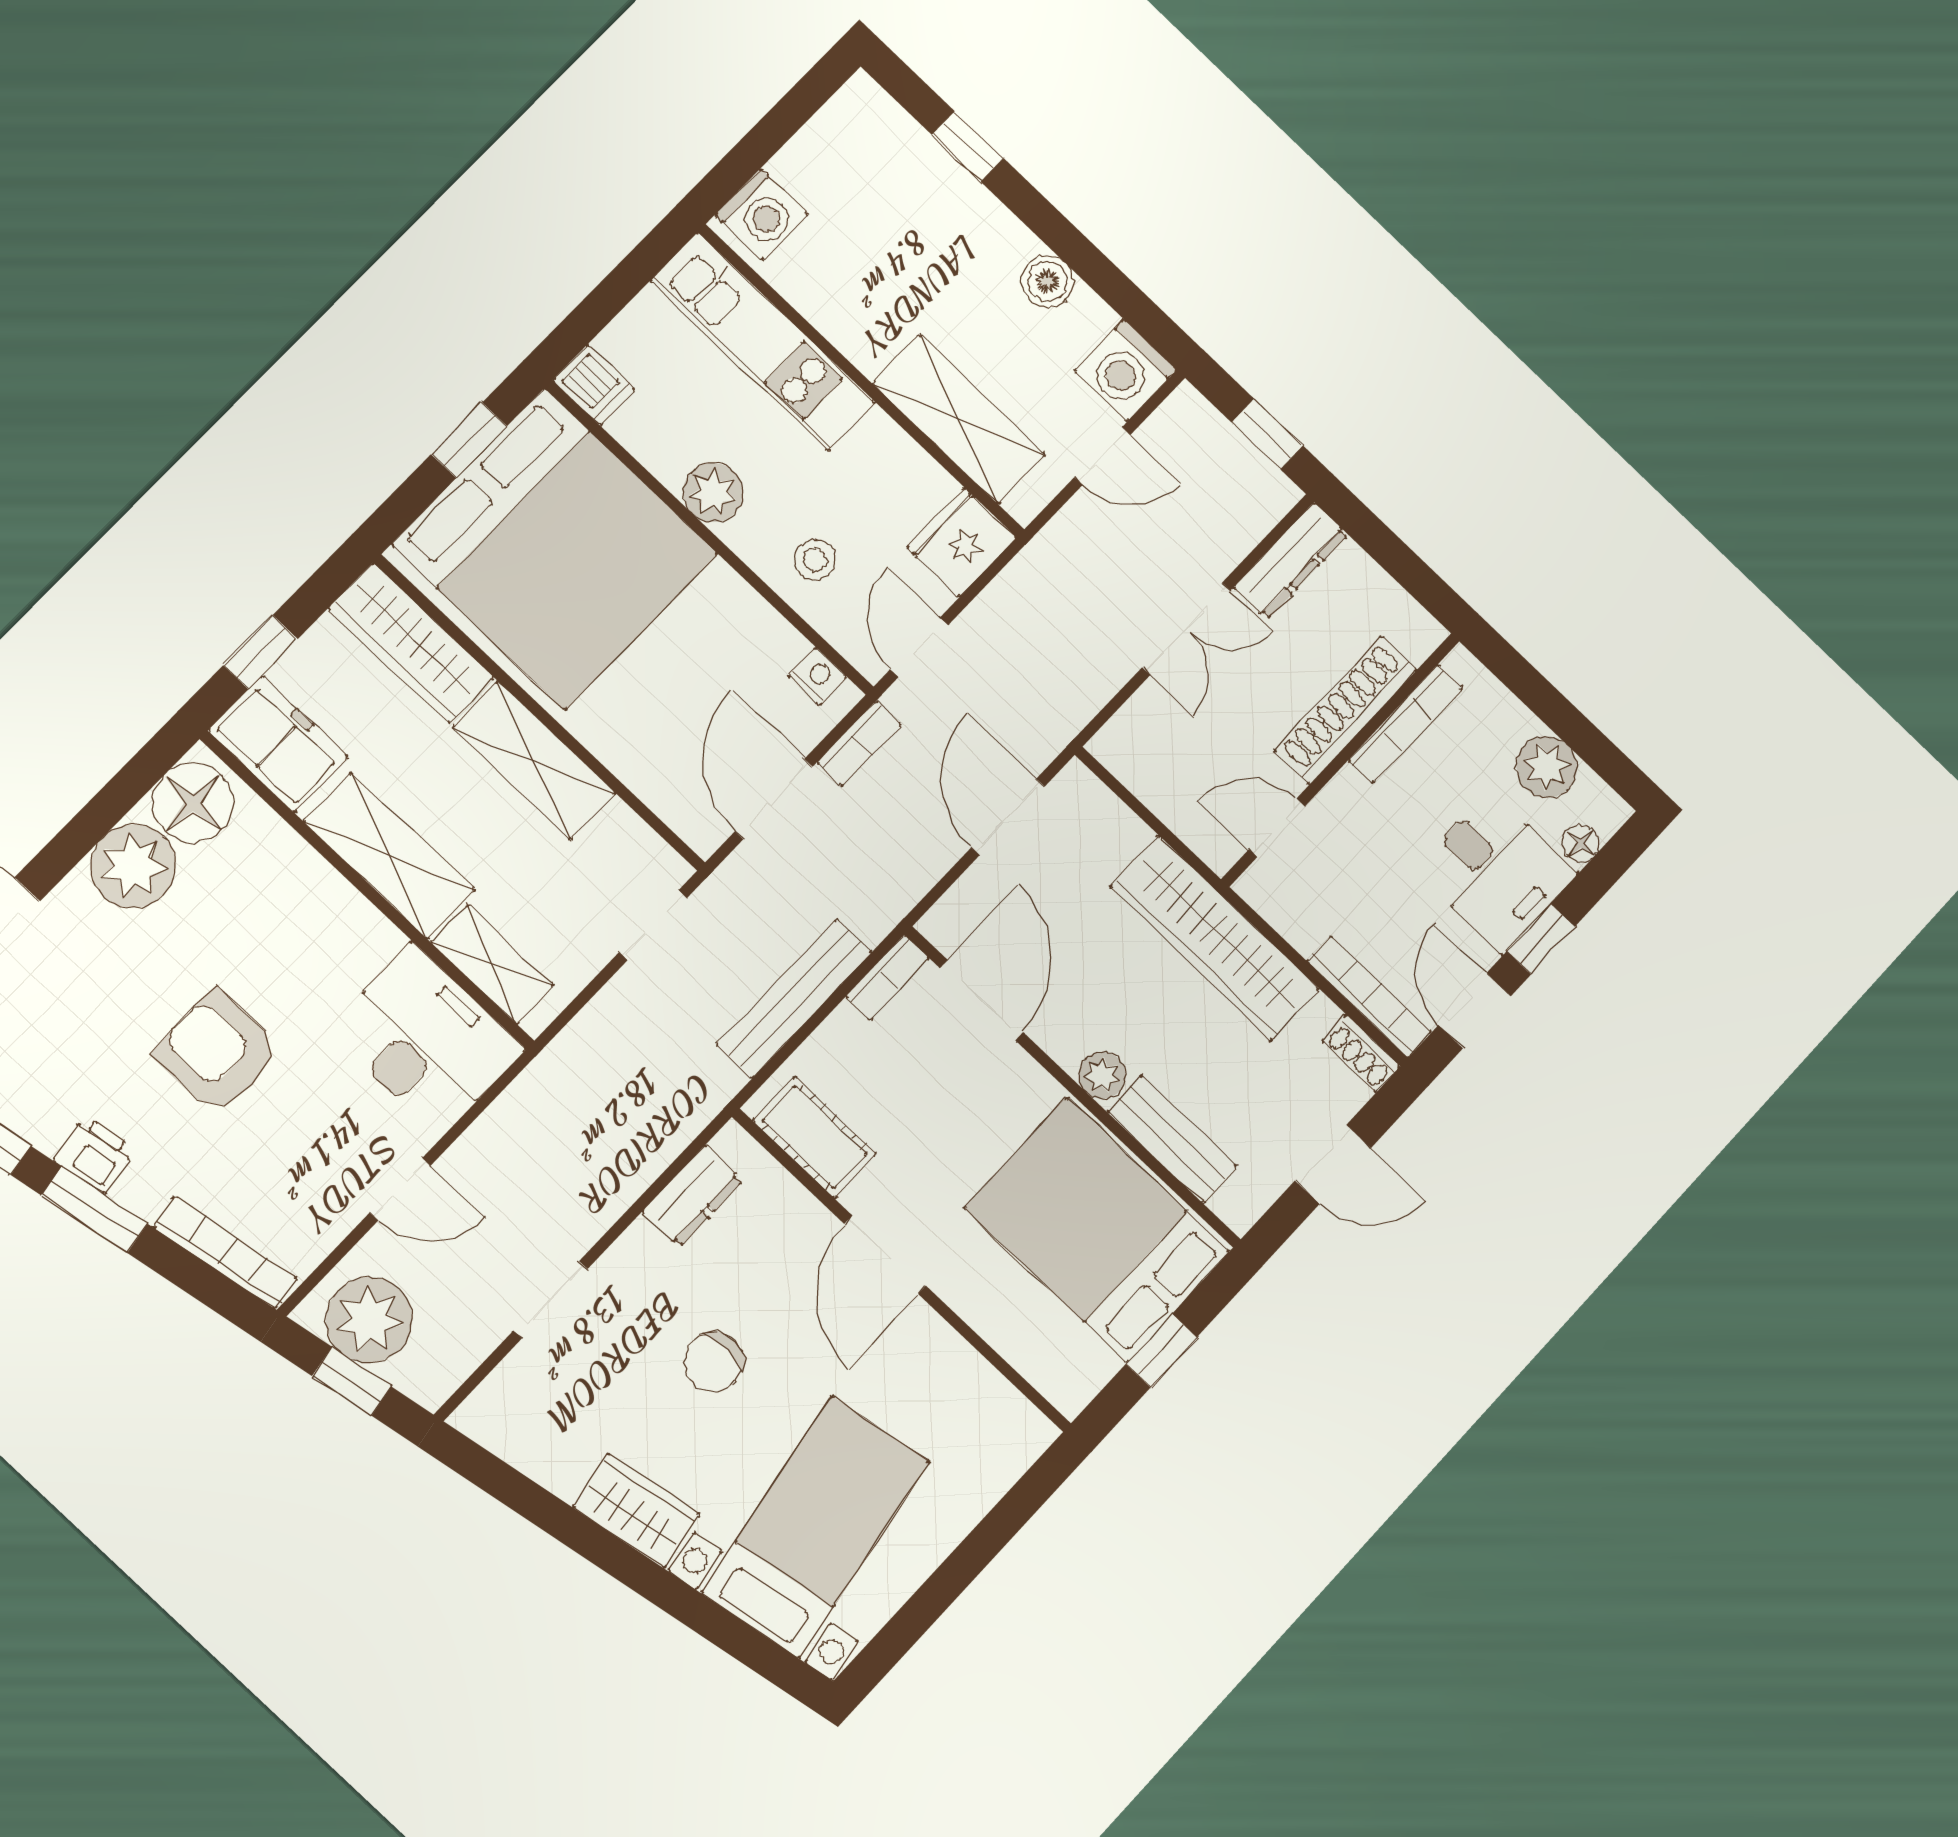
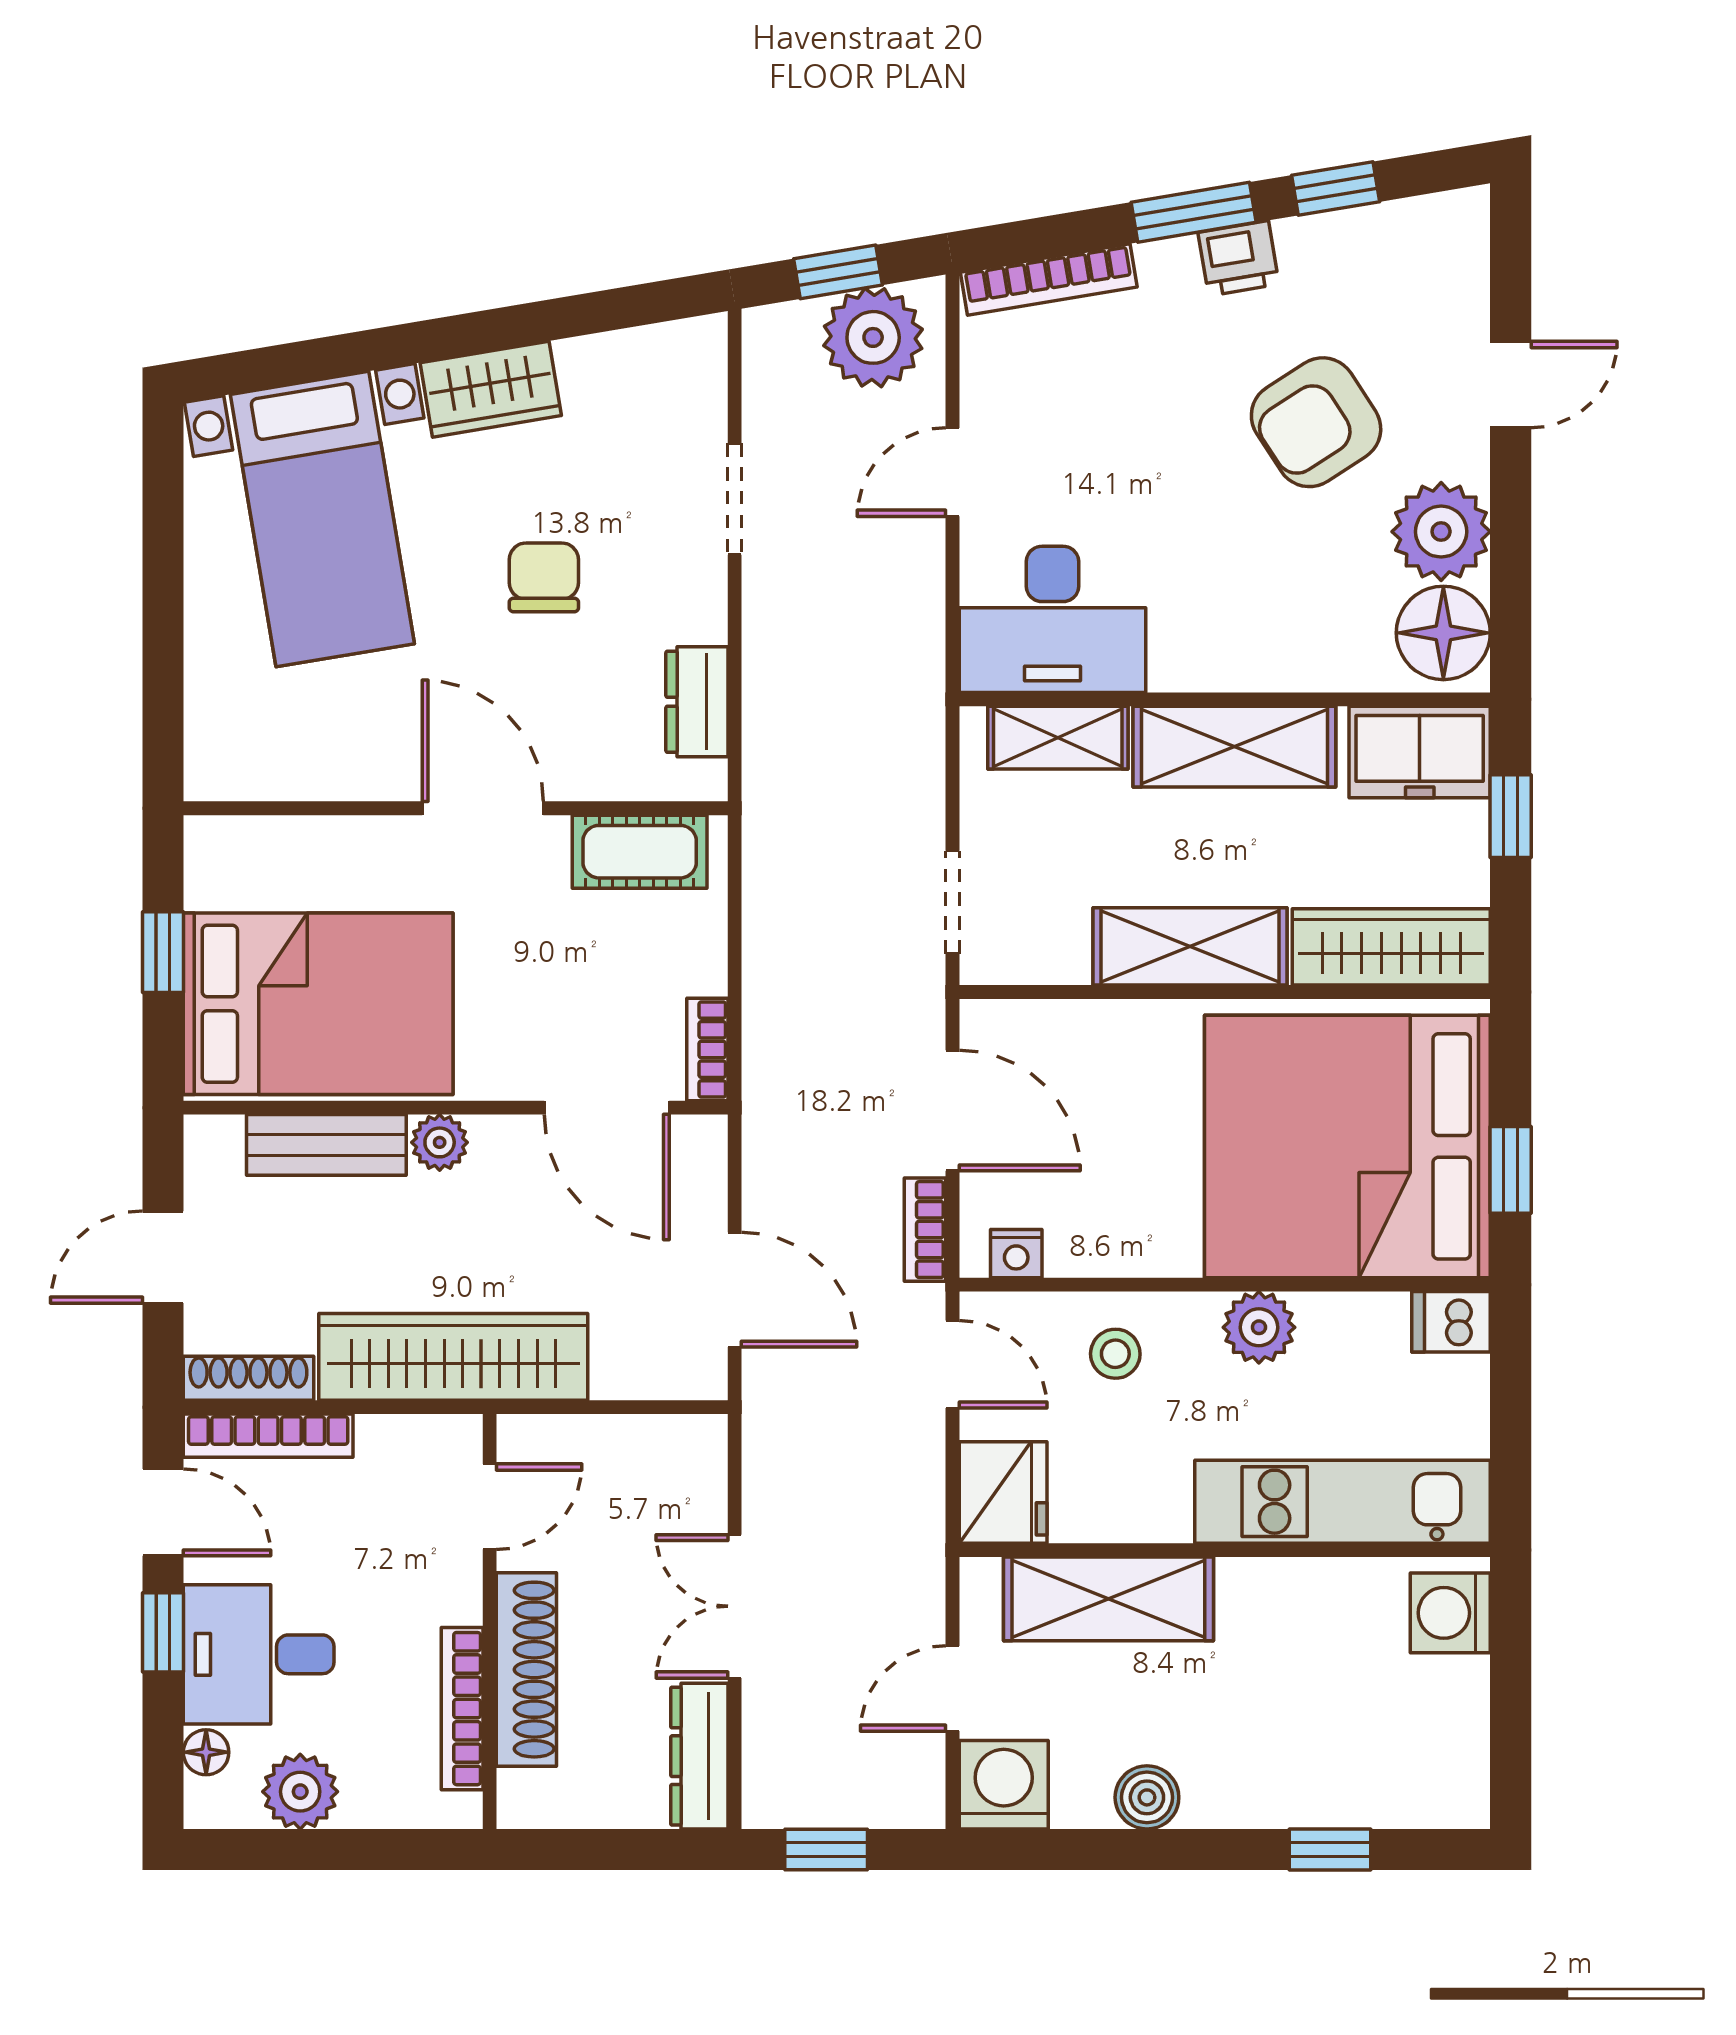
bench: (794, 998) -> (771, 955), removed
armchair: (217, 1052) -> (1316, 422), moved, turned 147
shoe rack: (1361, 1054) -> (248, 1378), width x1.43

